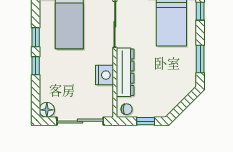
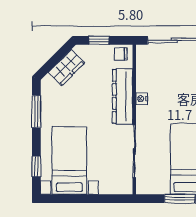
nightstand: (104, 75) -> (142, 99), width x0.53, depth x0.56
wardrobe: (174, 97) -> (66, 68), added

